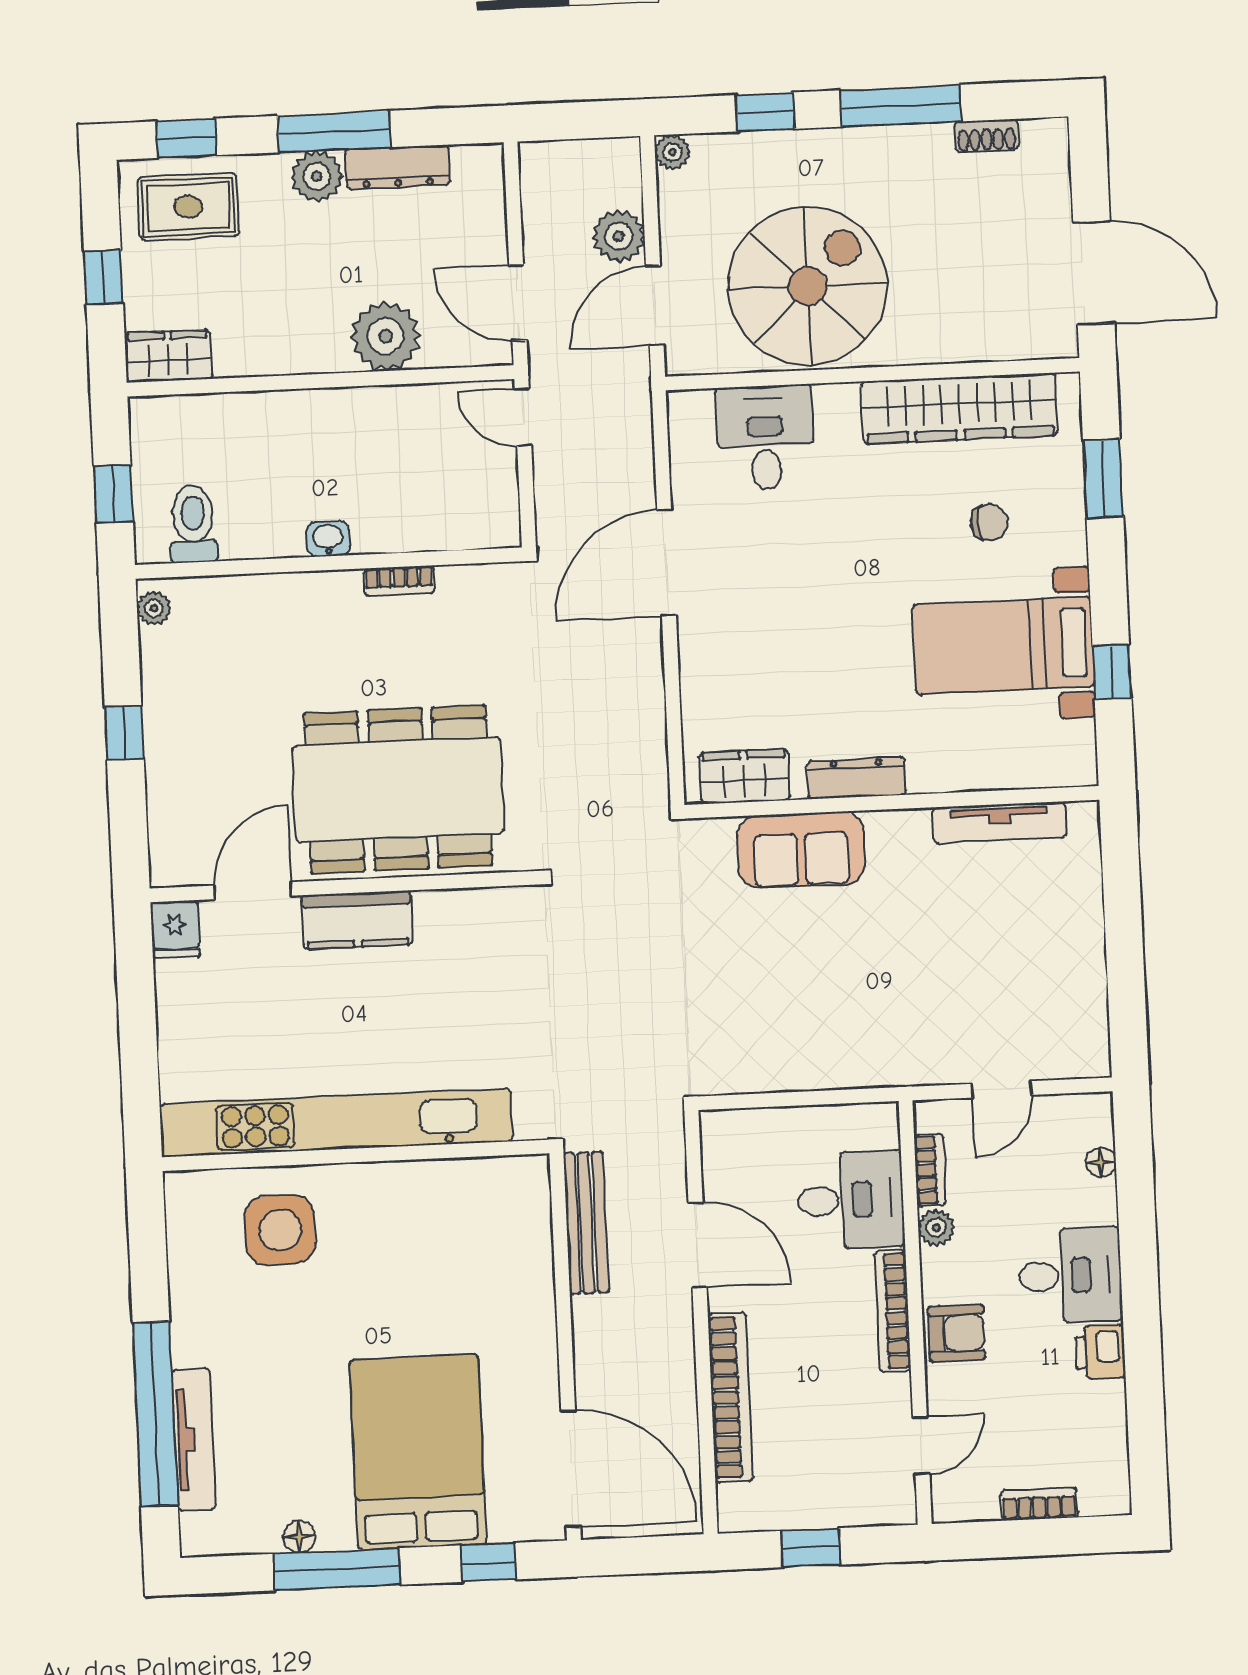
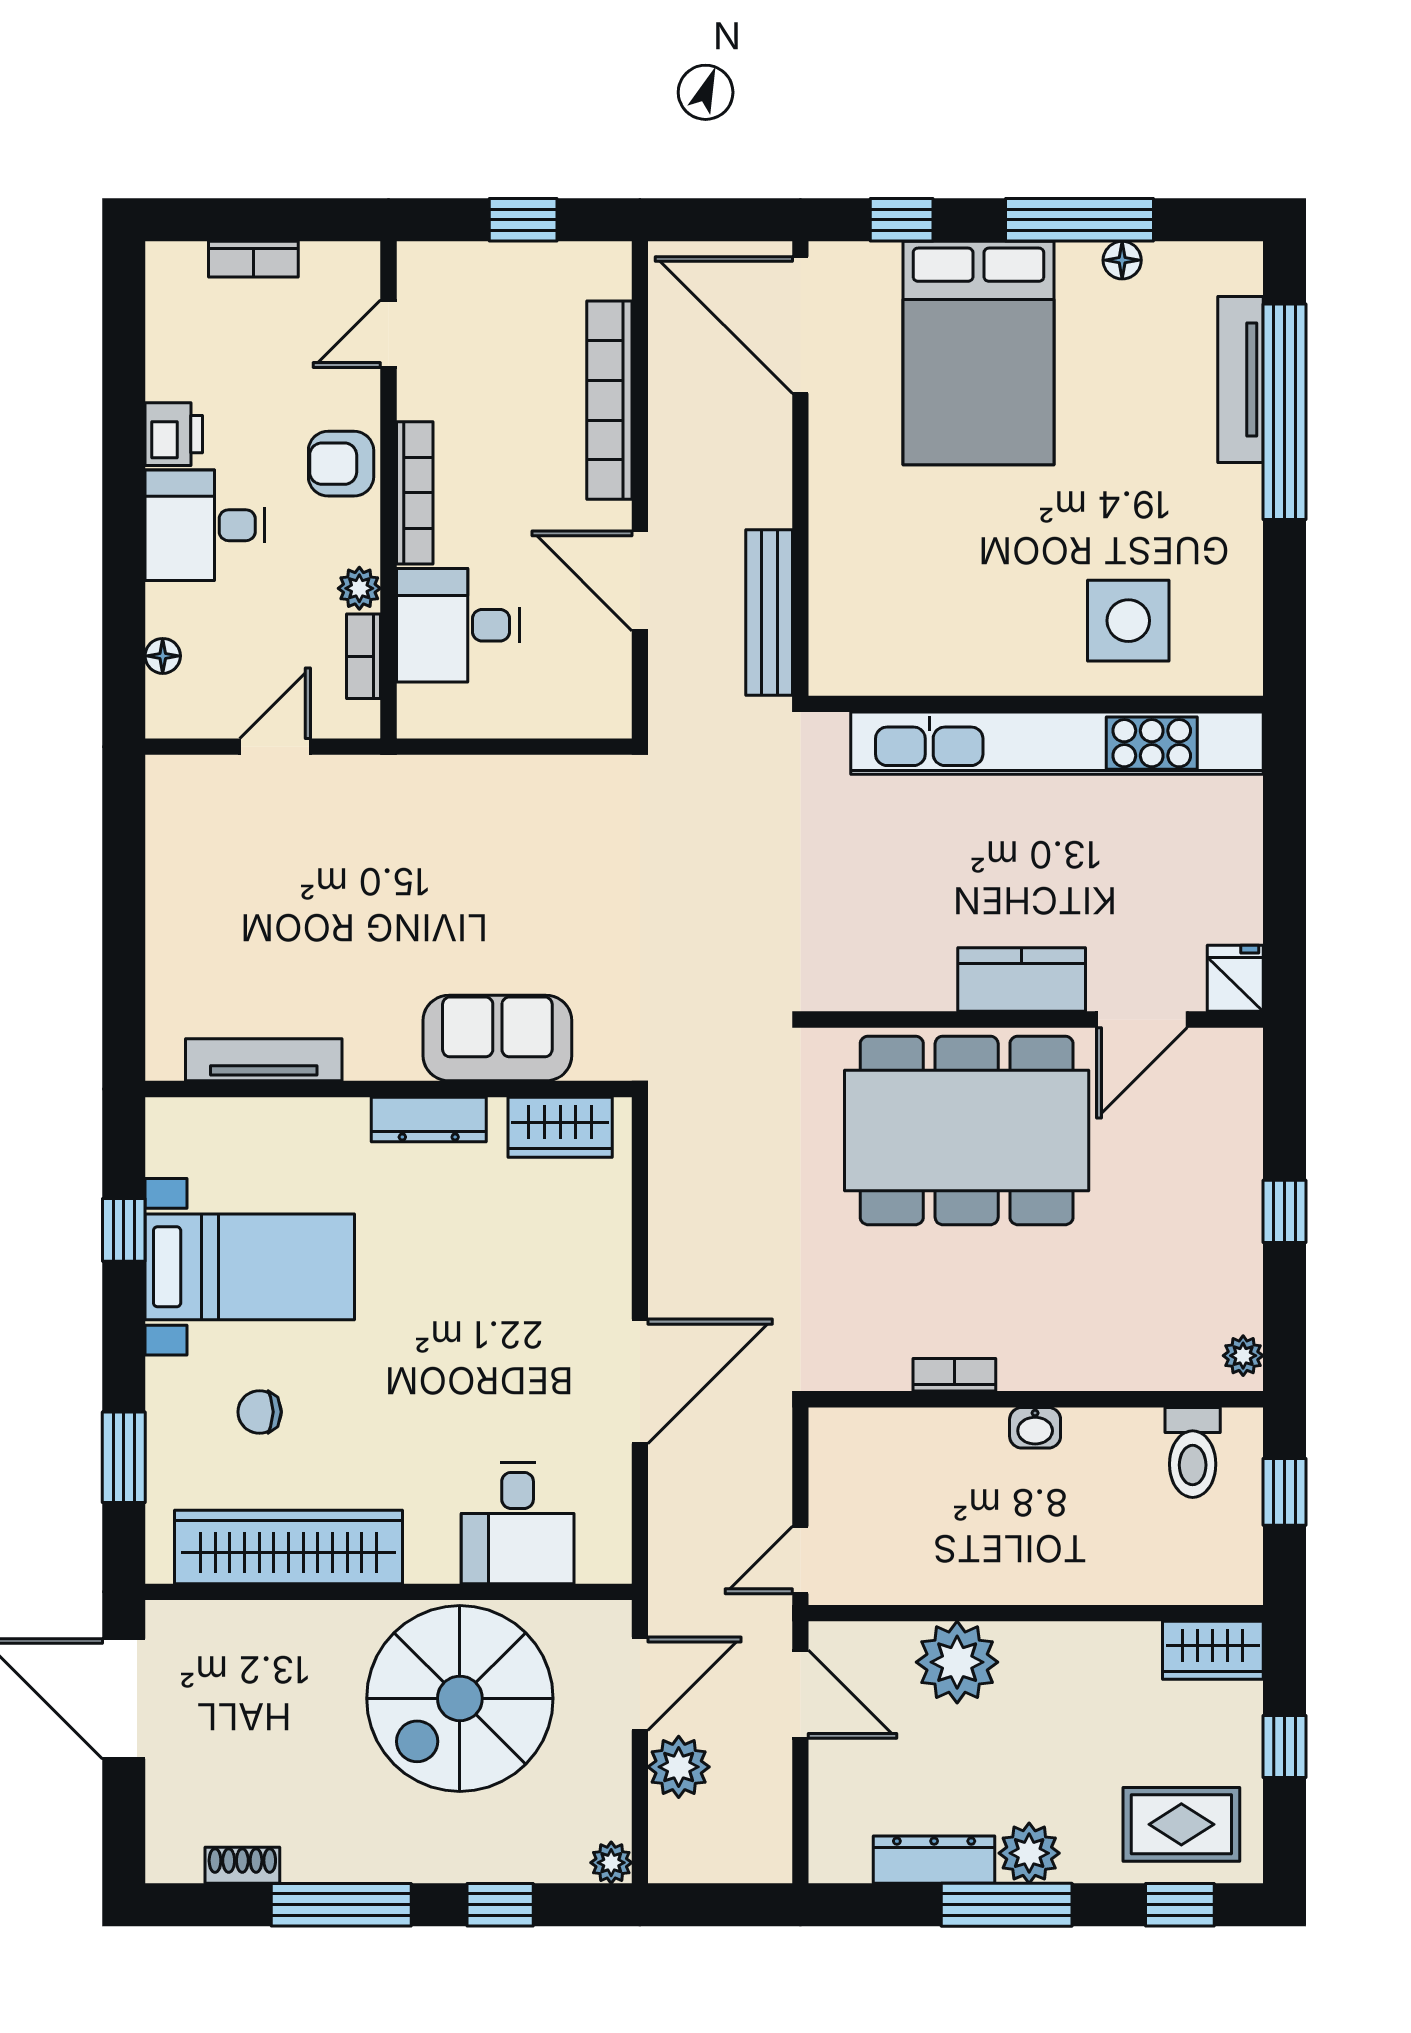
door: (523, 417) -> (800, 1560), swing flipped

